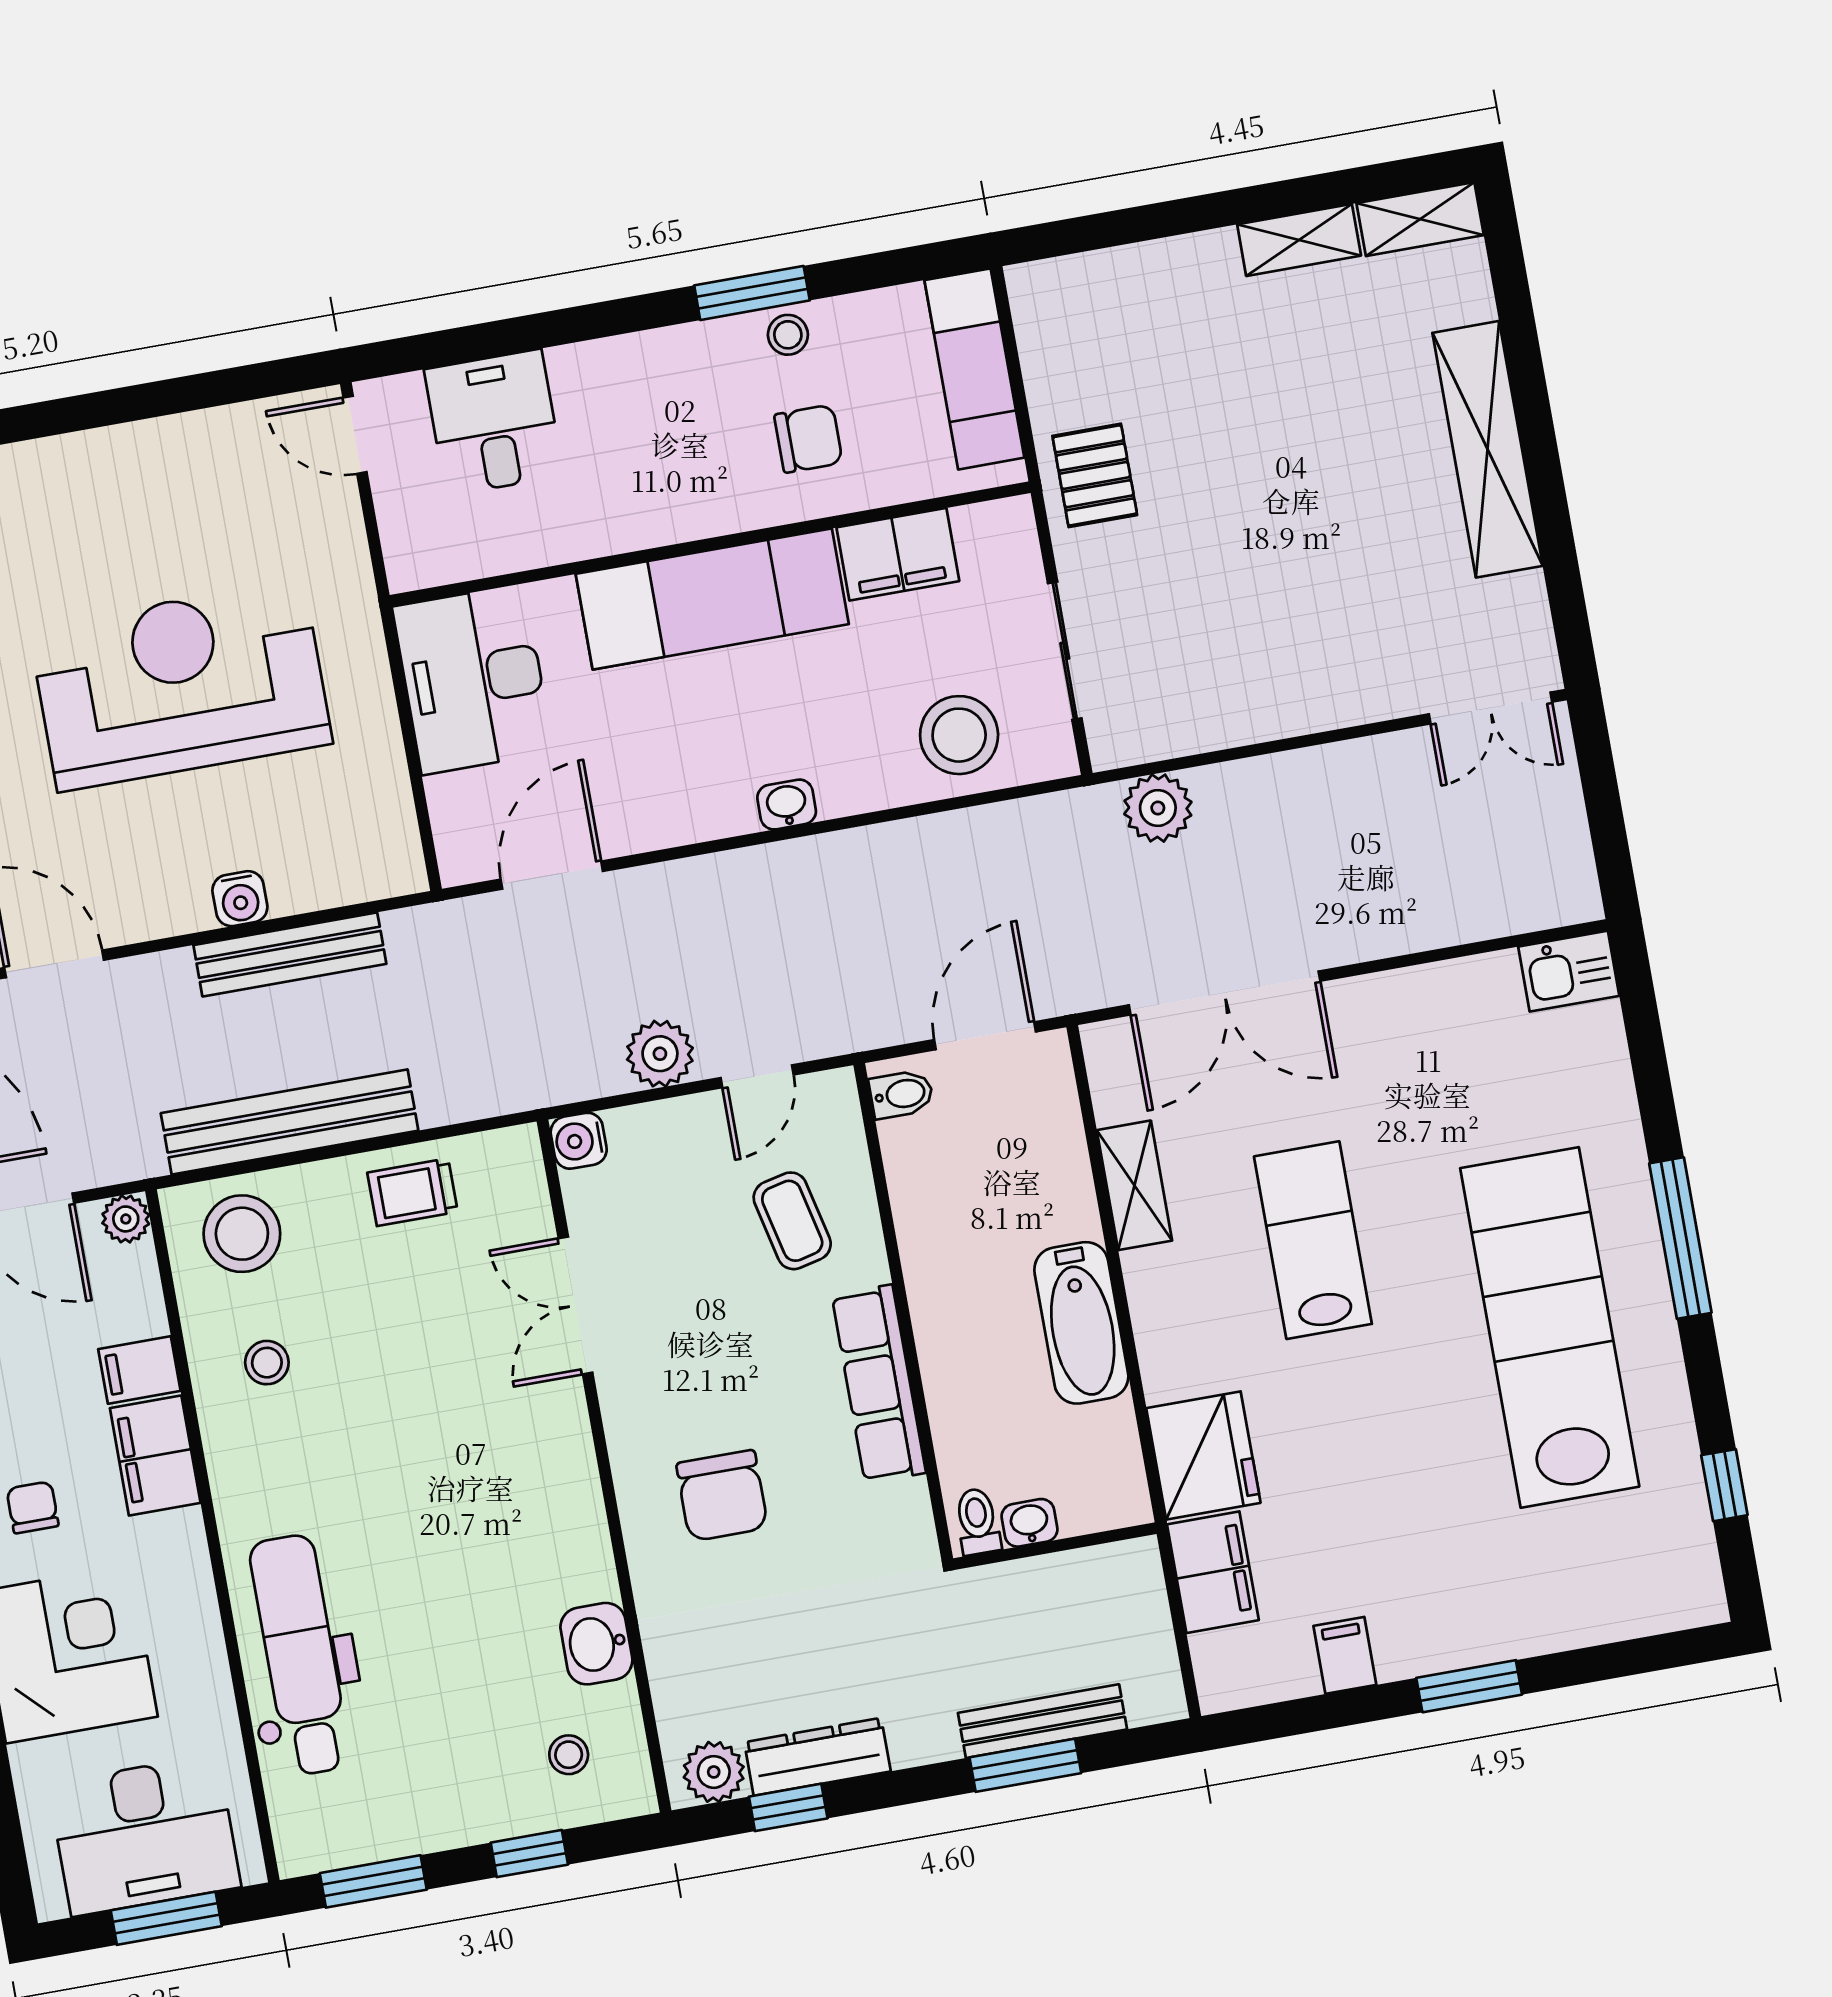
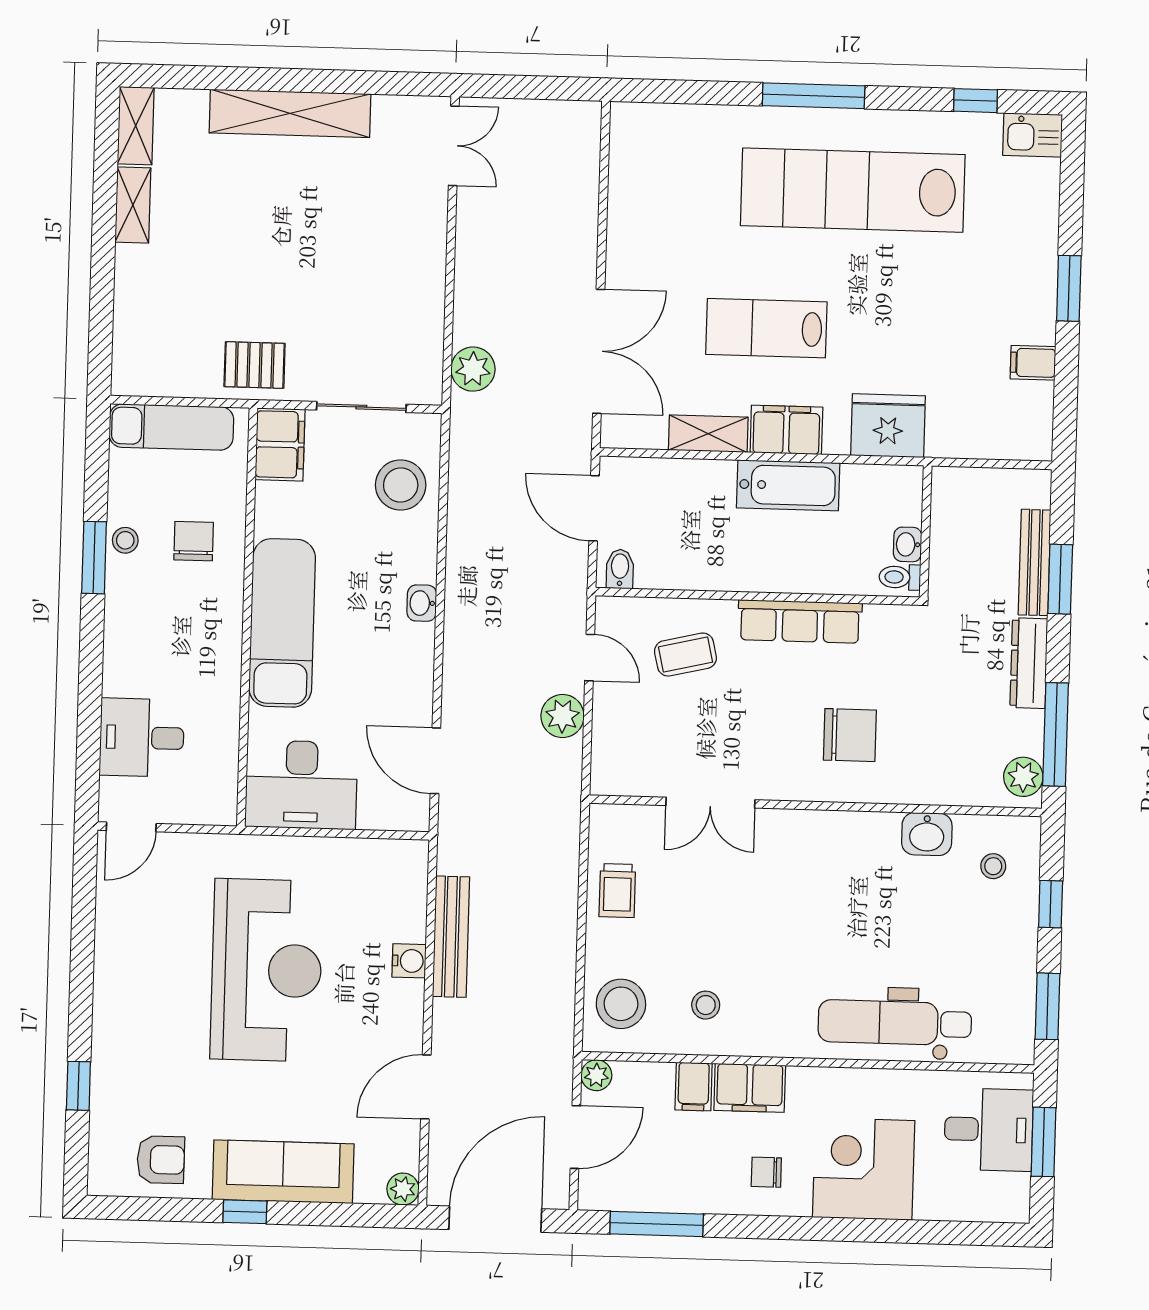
filing cabinet: (898, 554) -> (280, 444), moved
reception desk: (181, 685) -> (267, 970), turned 180
kitchen sink: (1569, 971) -> (1033, 135), moved, turned 90
bench: (290, 1122) -> (557, 959), removed
water cooler: (579, 1141) -> (607, 779), removed
filing cabinet: (1213, 1572) -> (786, 430), moved
dresser: (817, 1757) -> (1029, 663), moved
window: (788, 1807) -> (1056, 734), width x2.17
desk: (145, 1835) -> (989, 1130), width x0.73

